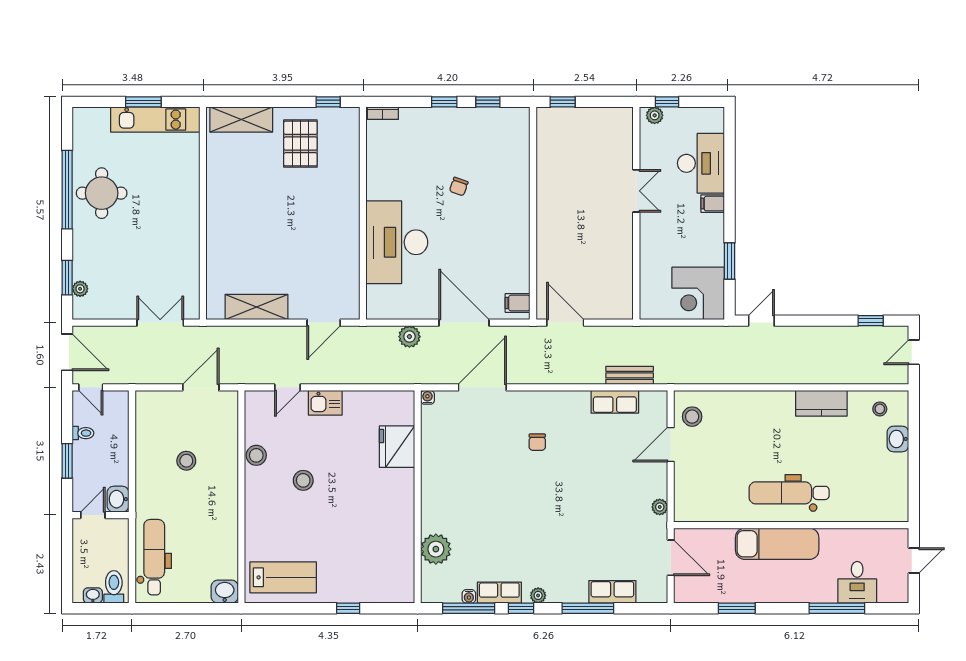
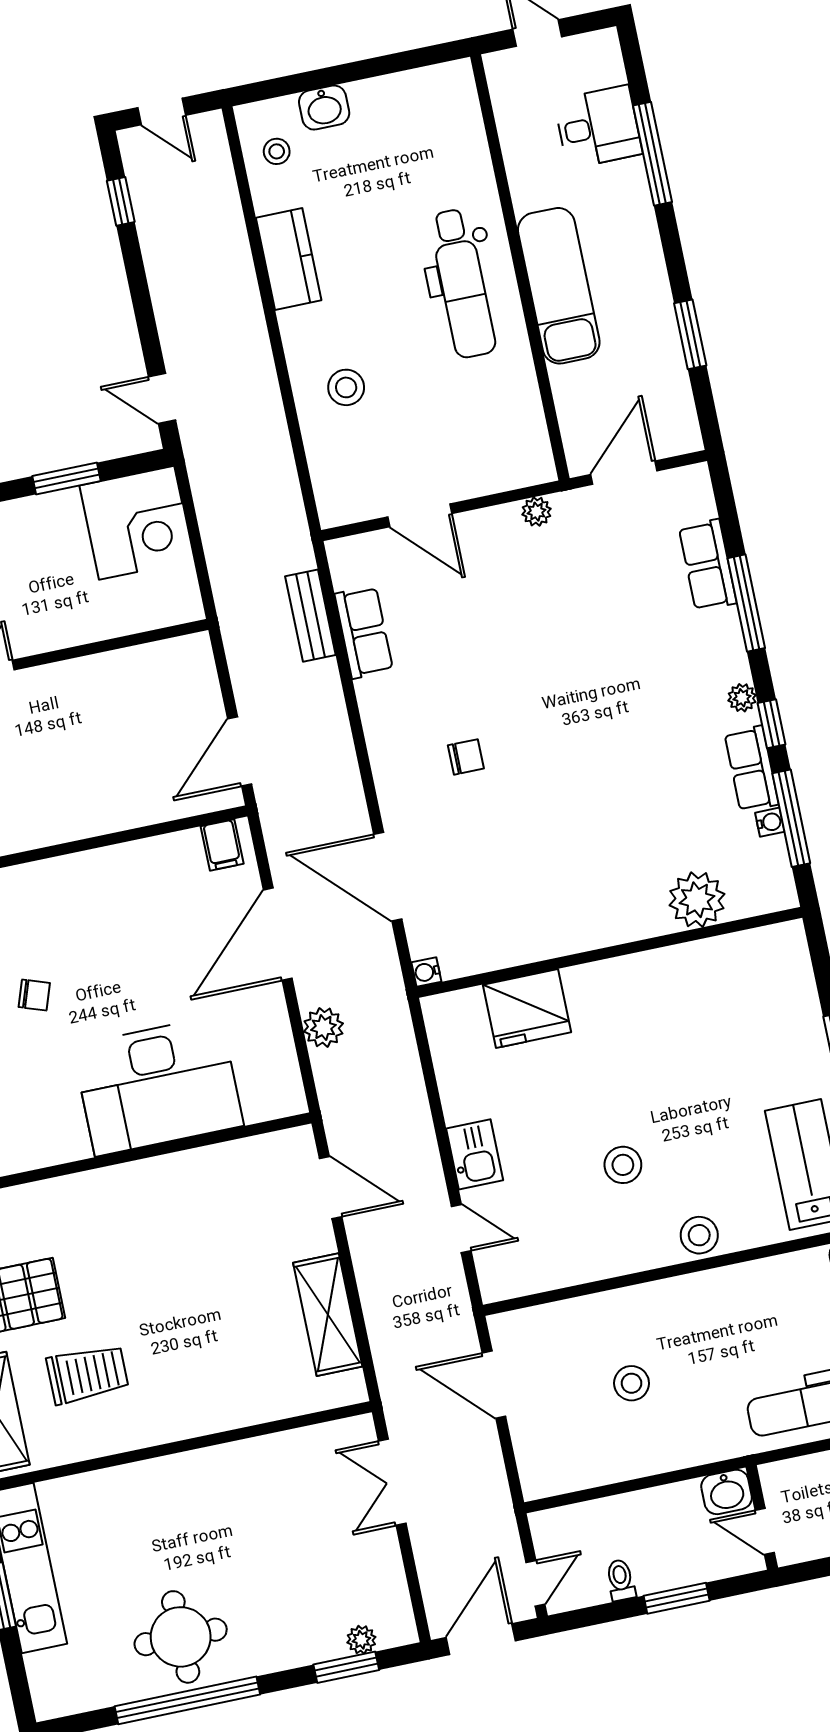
trolley: (251, 173) -> (88, 1374), added
stool: (692, 417) -> (346, 387), moved
stool: (256, 455) -> (699, 1235), moved

